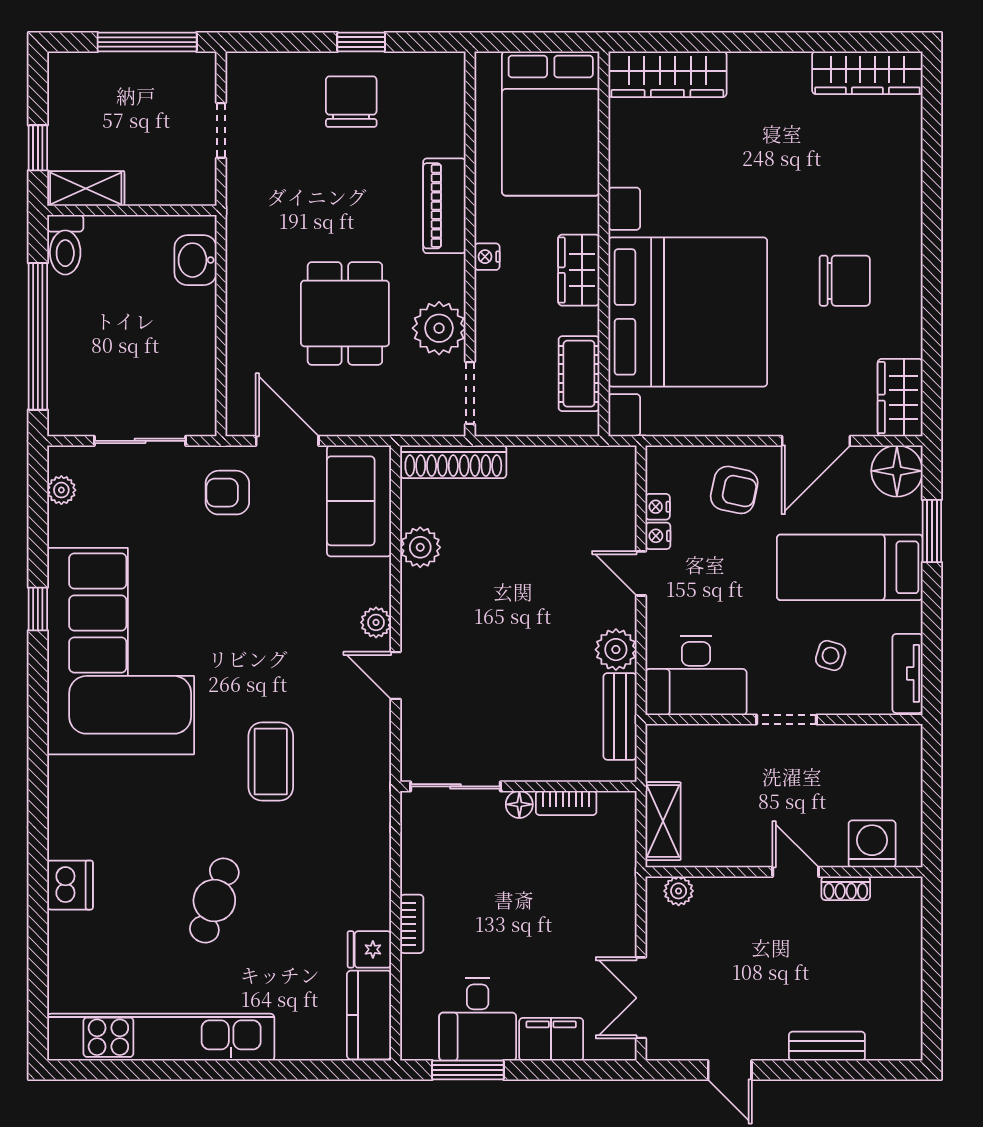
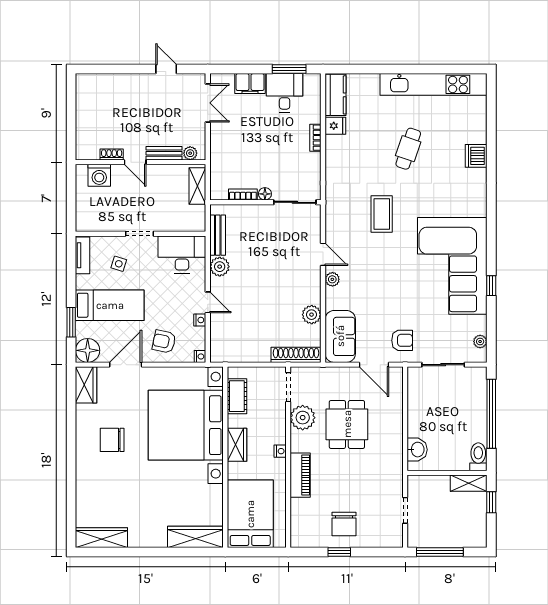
nightstand: (658, 507) -> (200, 356), moved
bench: (827, 1046) -> (164, 153), moved

